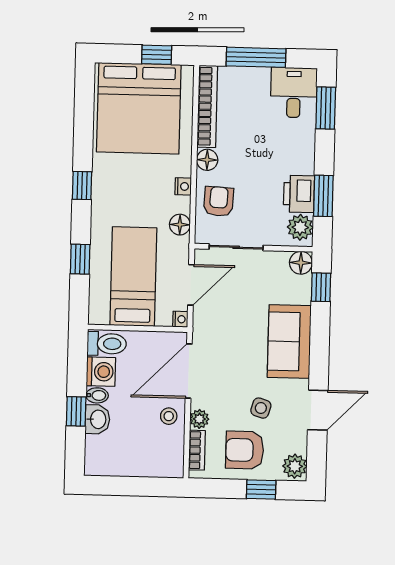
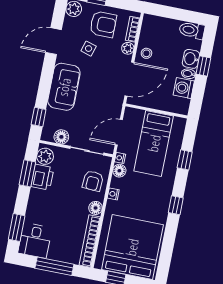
floor lamp: (301, 263) -> (61, 137), moved
nightstand: (180, 319) -> (120, 158), moved
toilet: (107, 344) -> (192, 30), moved

